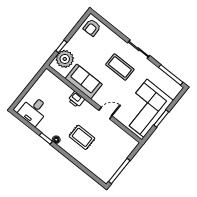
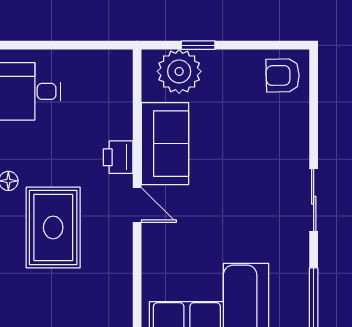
coffee table: (120, 67) -> (250, 192), removed
door: (105, 113) -> (137, 205), moved
rug: (82, 137) -> (53, 227), width x1.36, depth x1.43

